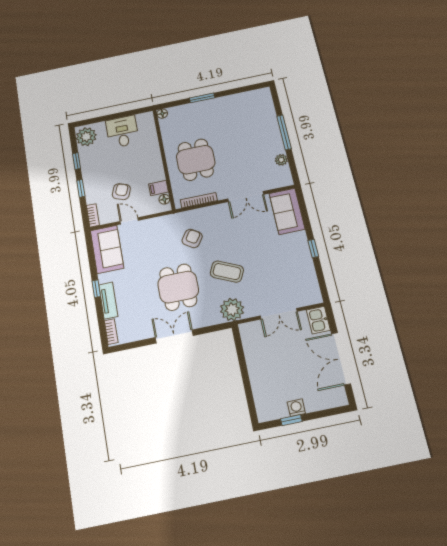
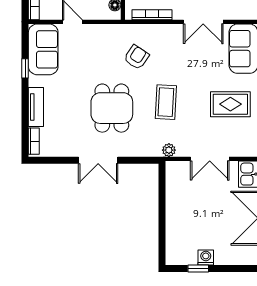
rug: (287, 261) -> (230, 104), added
coffee table: (227, 272) -> (166, 102), turned 68
window: (96, 289) -> (25, 68), moved
plant: (232, 309) -> (169, 150), width x0.53, depth x0.53
double door: (174, 337) -> (98, 160), swing flipped

